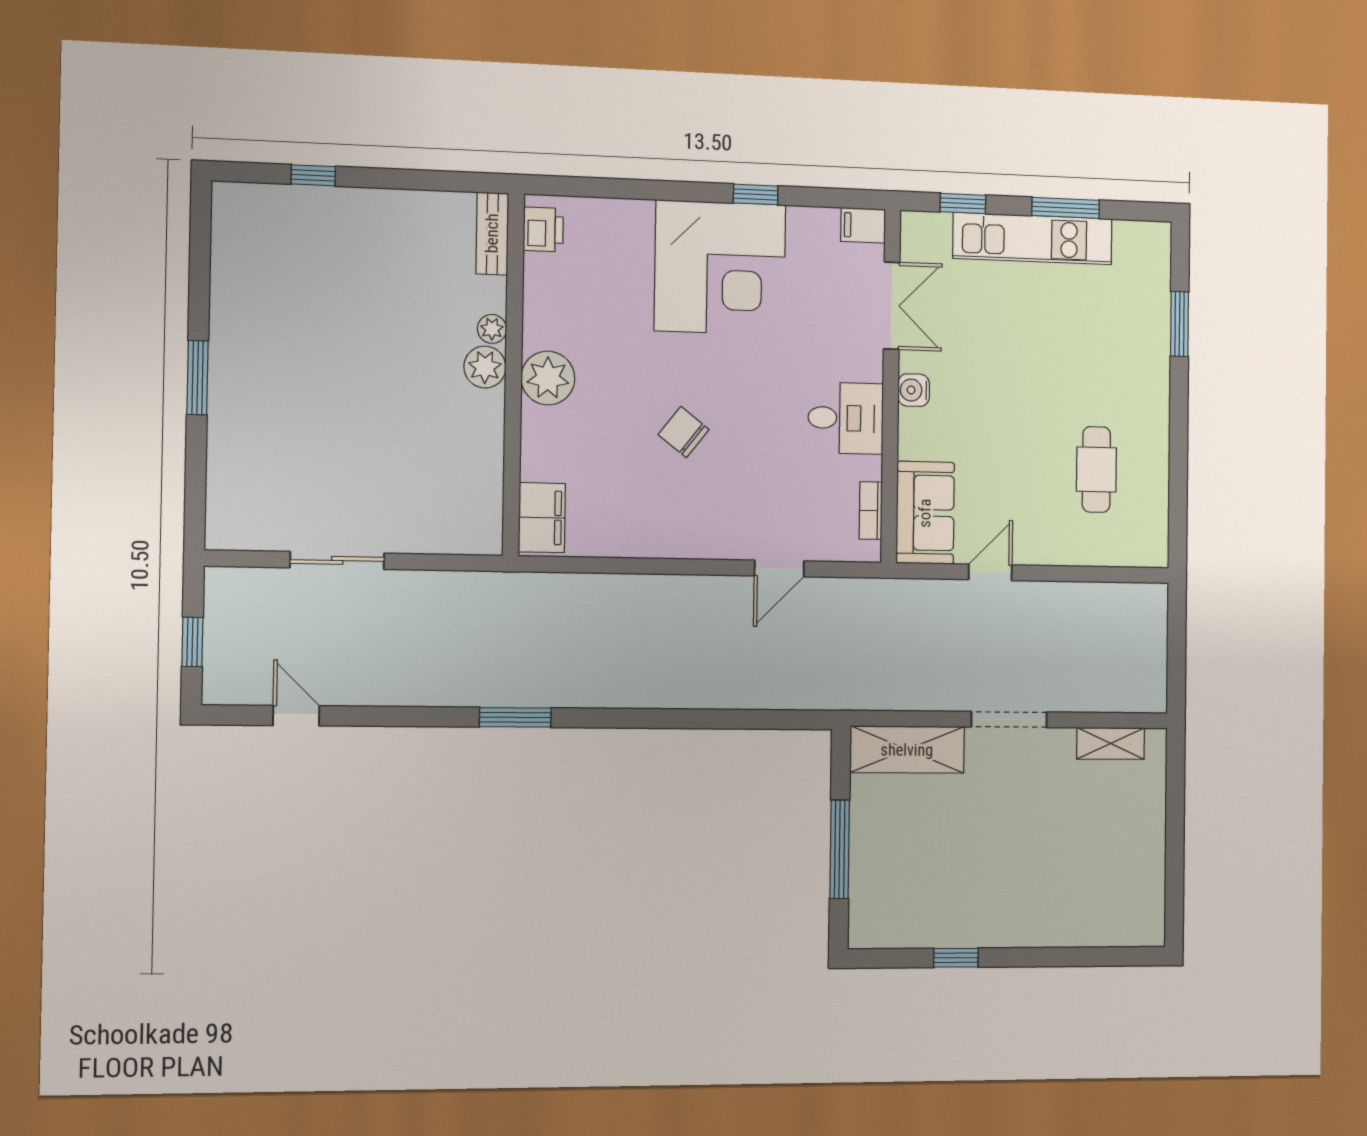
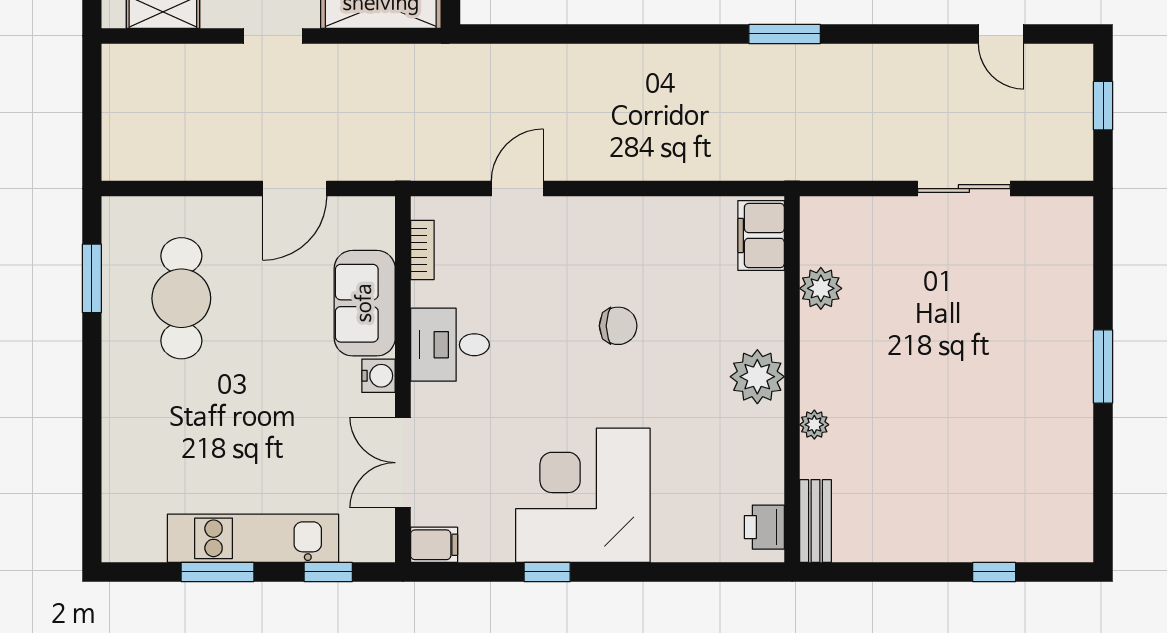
window: (1179, 324) -> (92, 278), moved
plant: (485, 367) -> (821, 288), moved
chair: (684, 432) -> (618, 326), turned -38
cafe table: (1096, 469) -> (181, 298), width x1.37, depth x1.35
sofa: (925, 513) -> (365, 303), moved
door: (990, 572) -> (295, 189), width x1.38
doorway: (1009, 720) -> (273, 36), width x0.73

